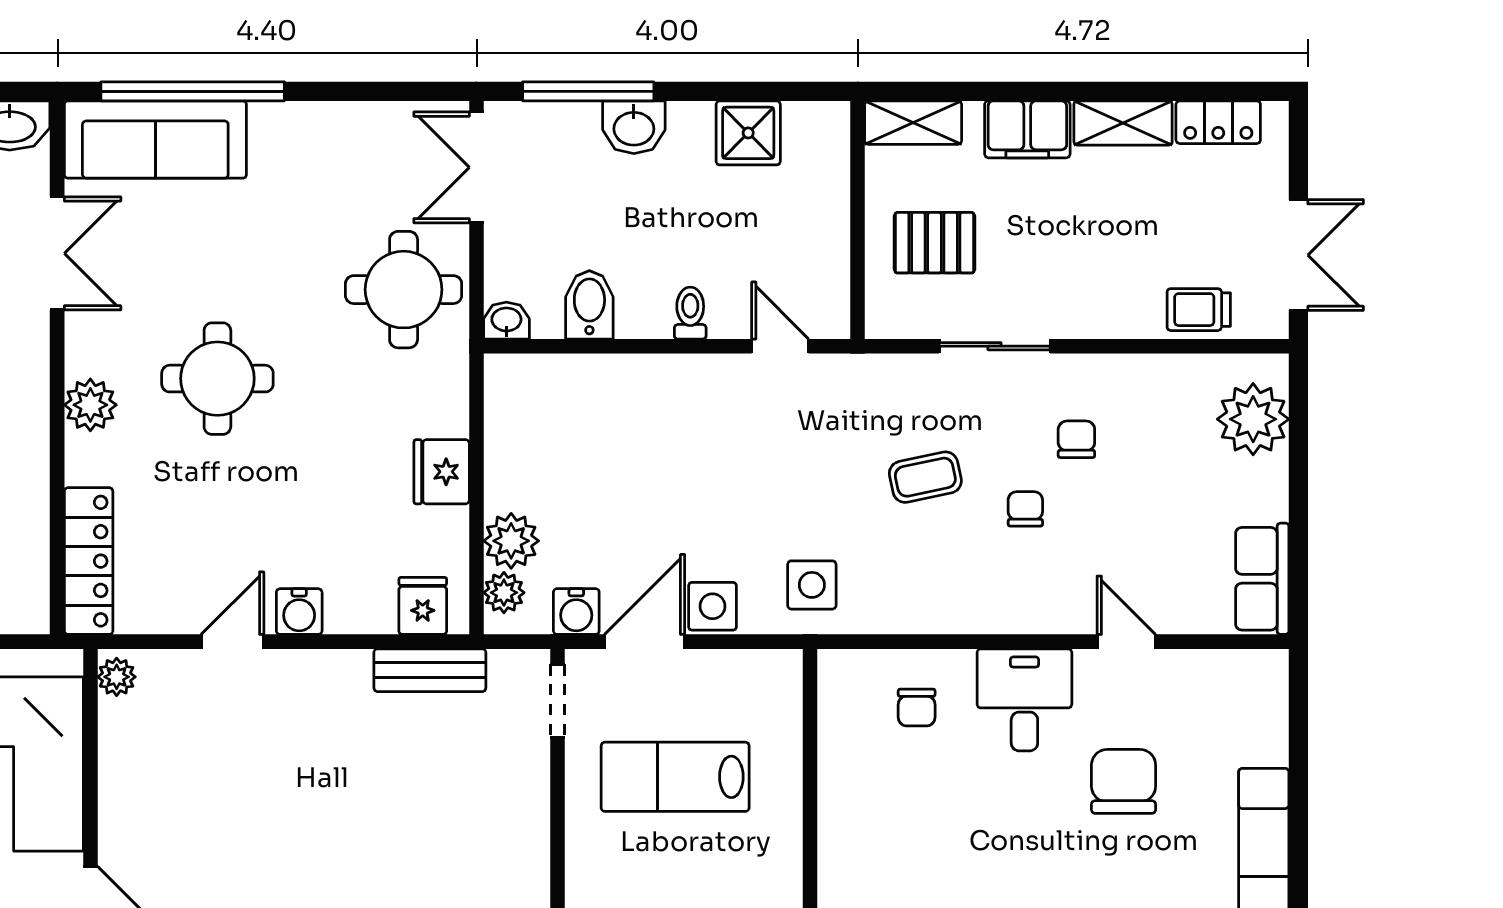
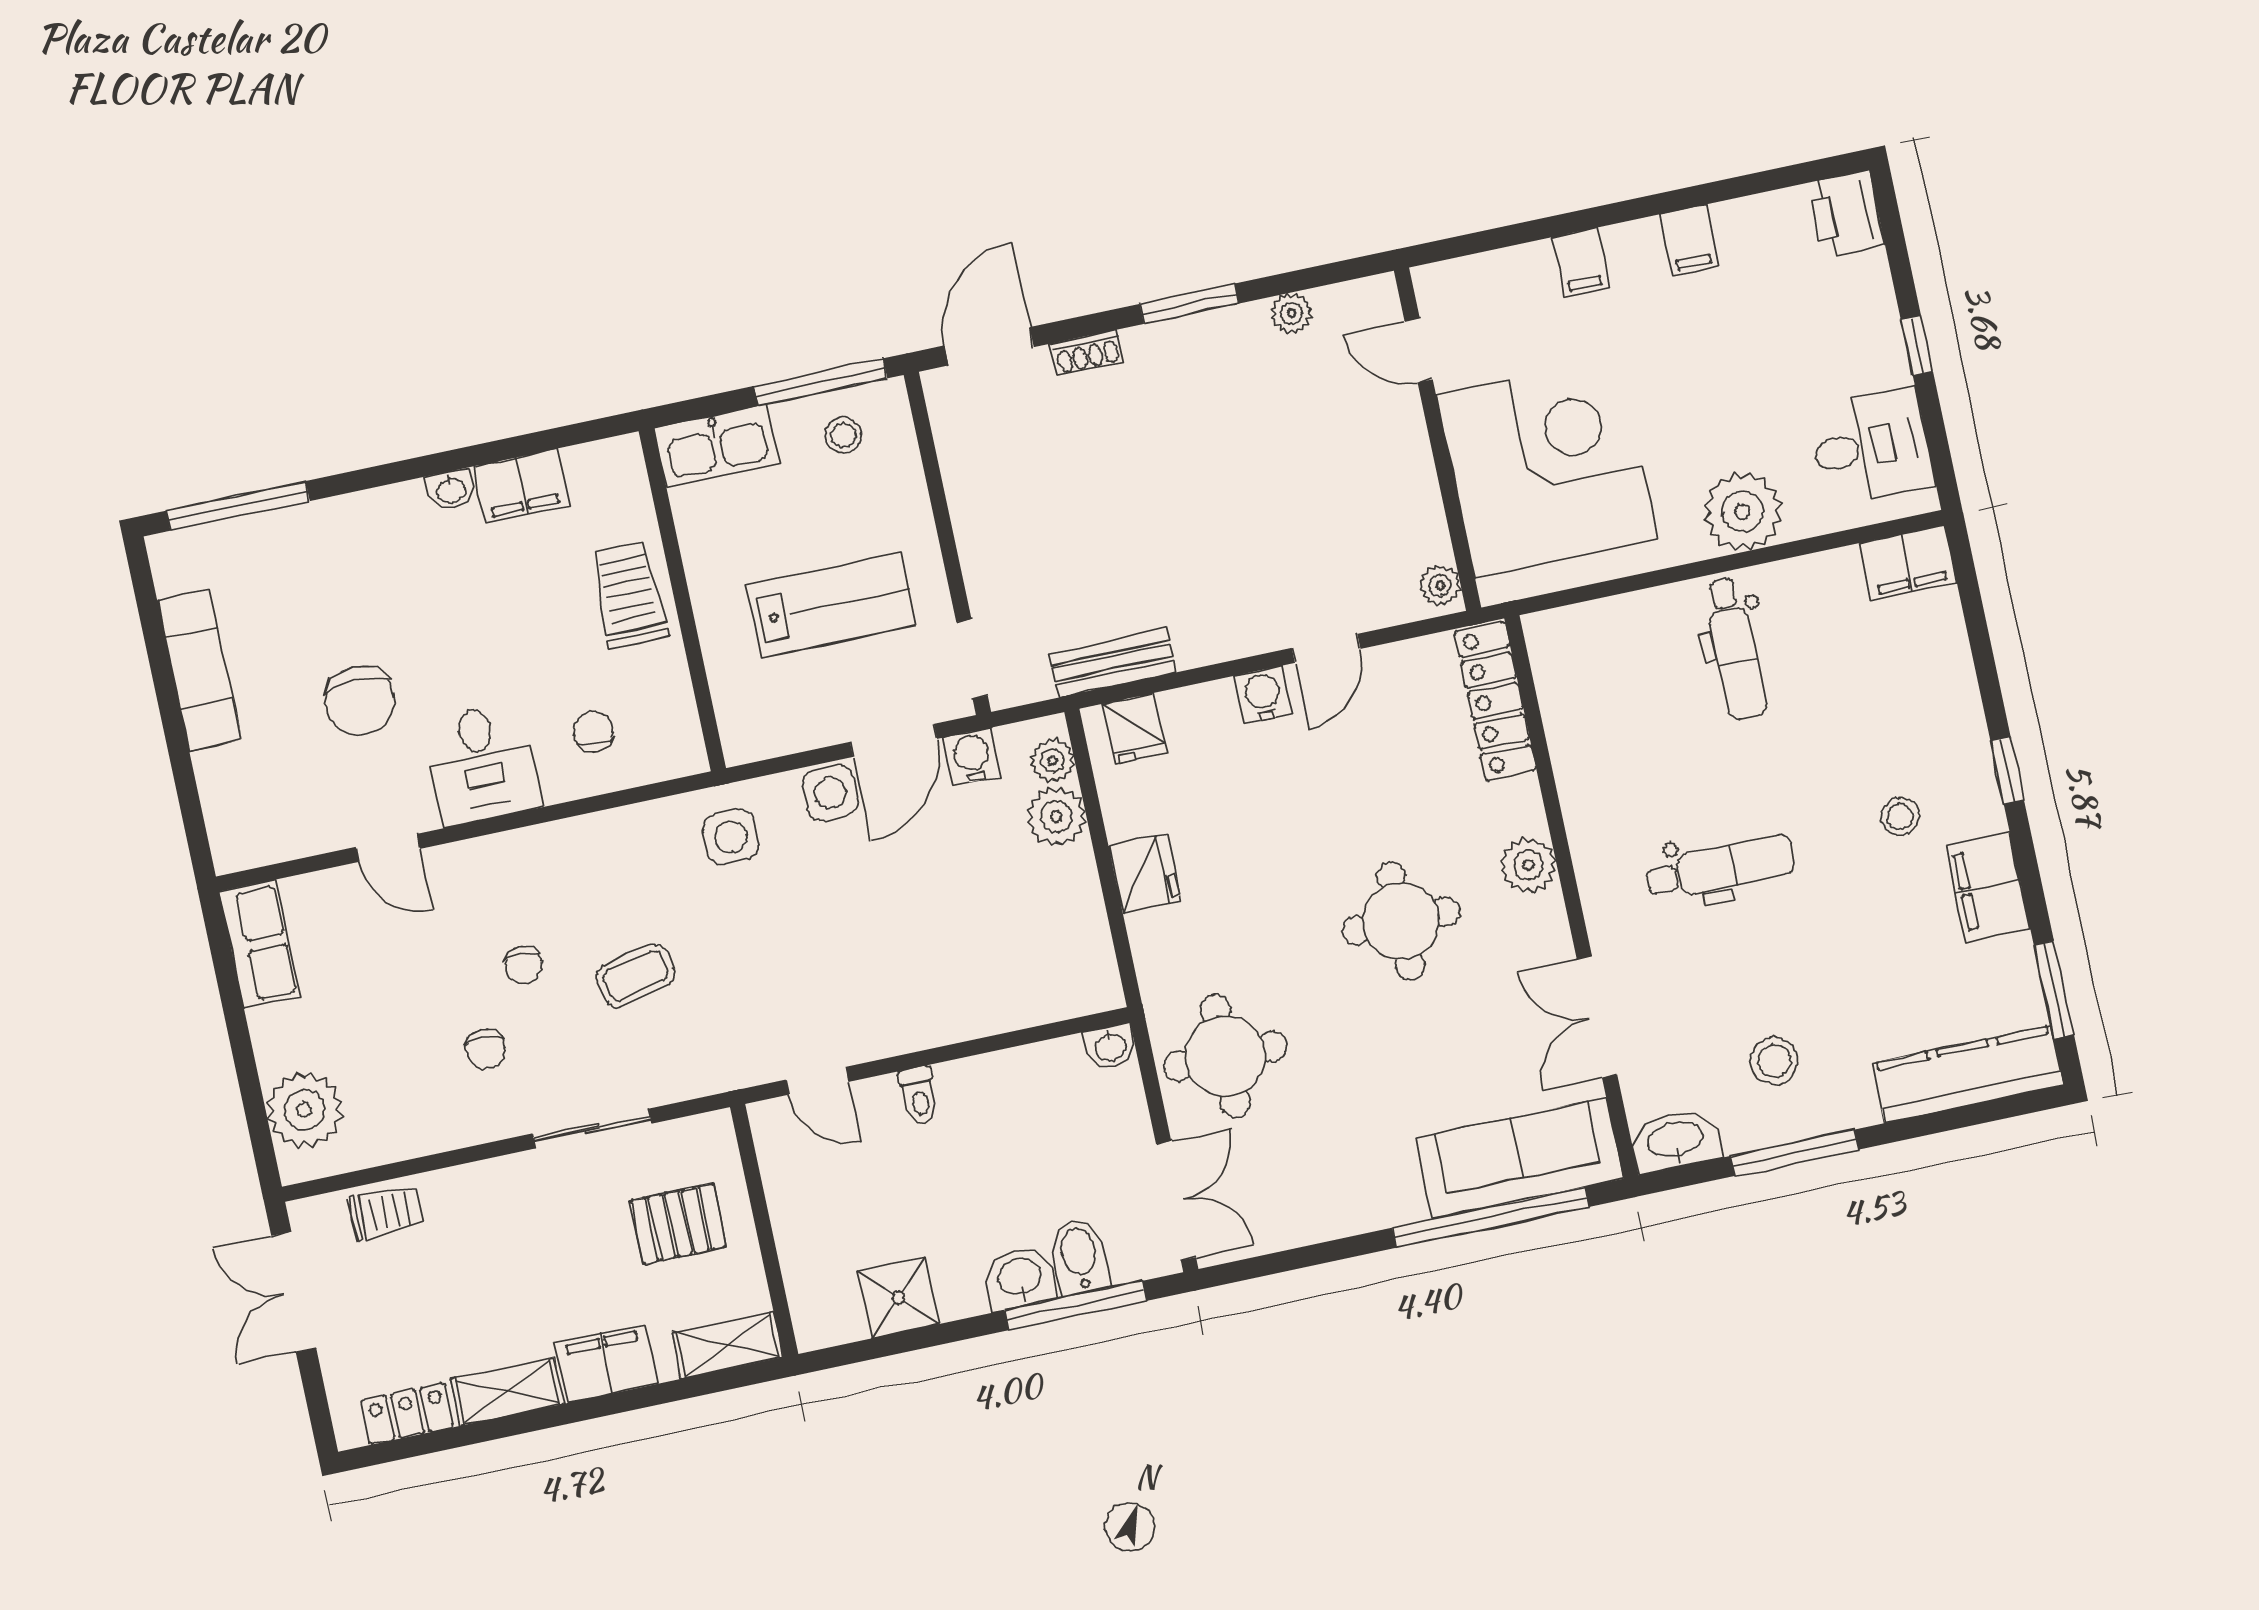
bidet: (589, 305) -> (1080, 1257), moved, turned 180
trolley: (857, 825) -> (629, 595), added

